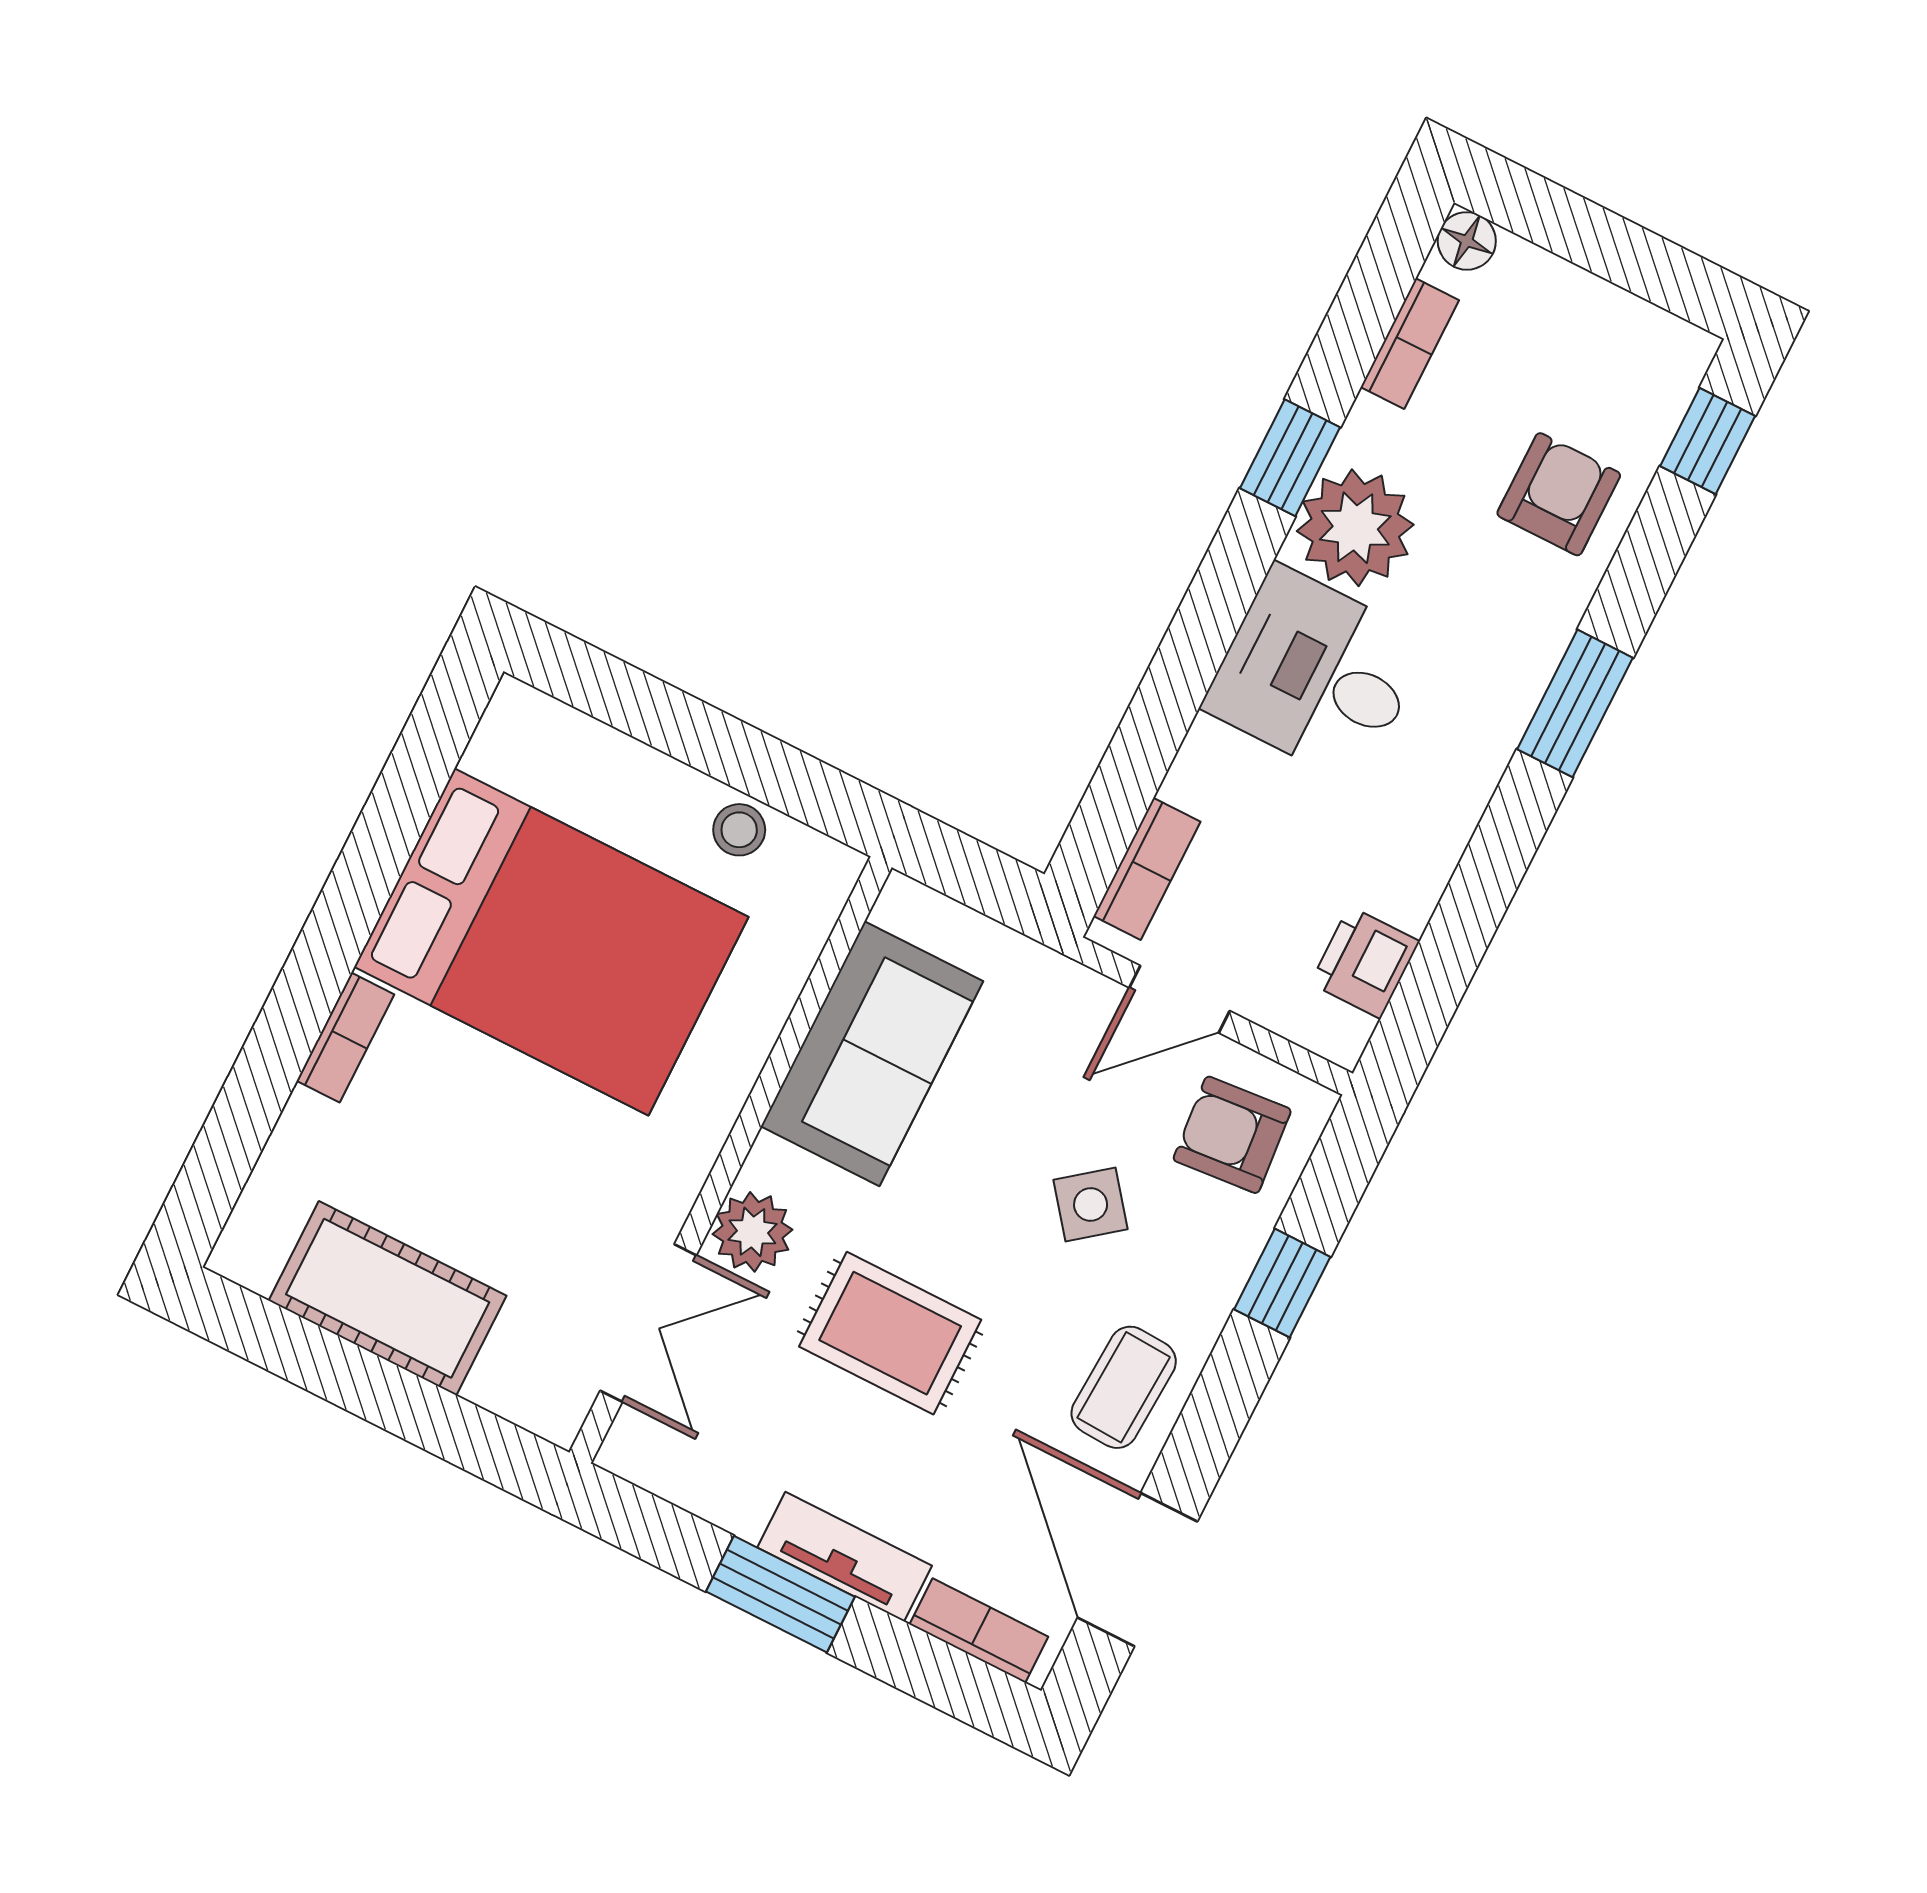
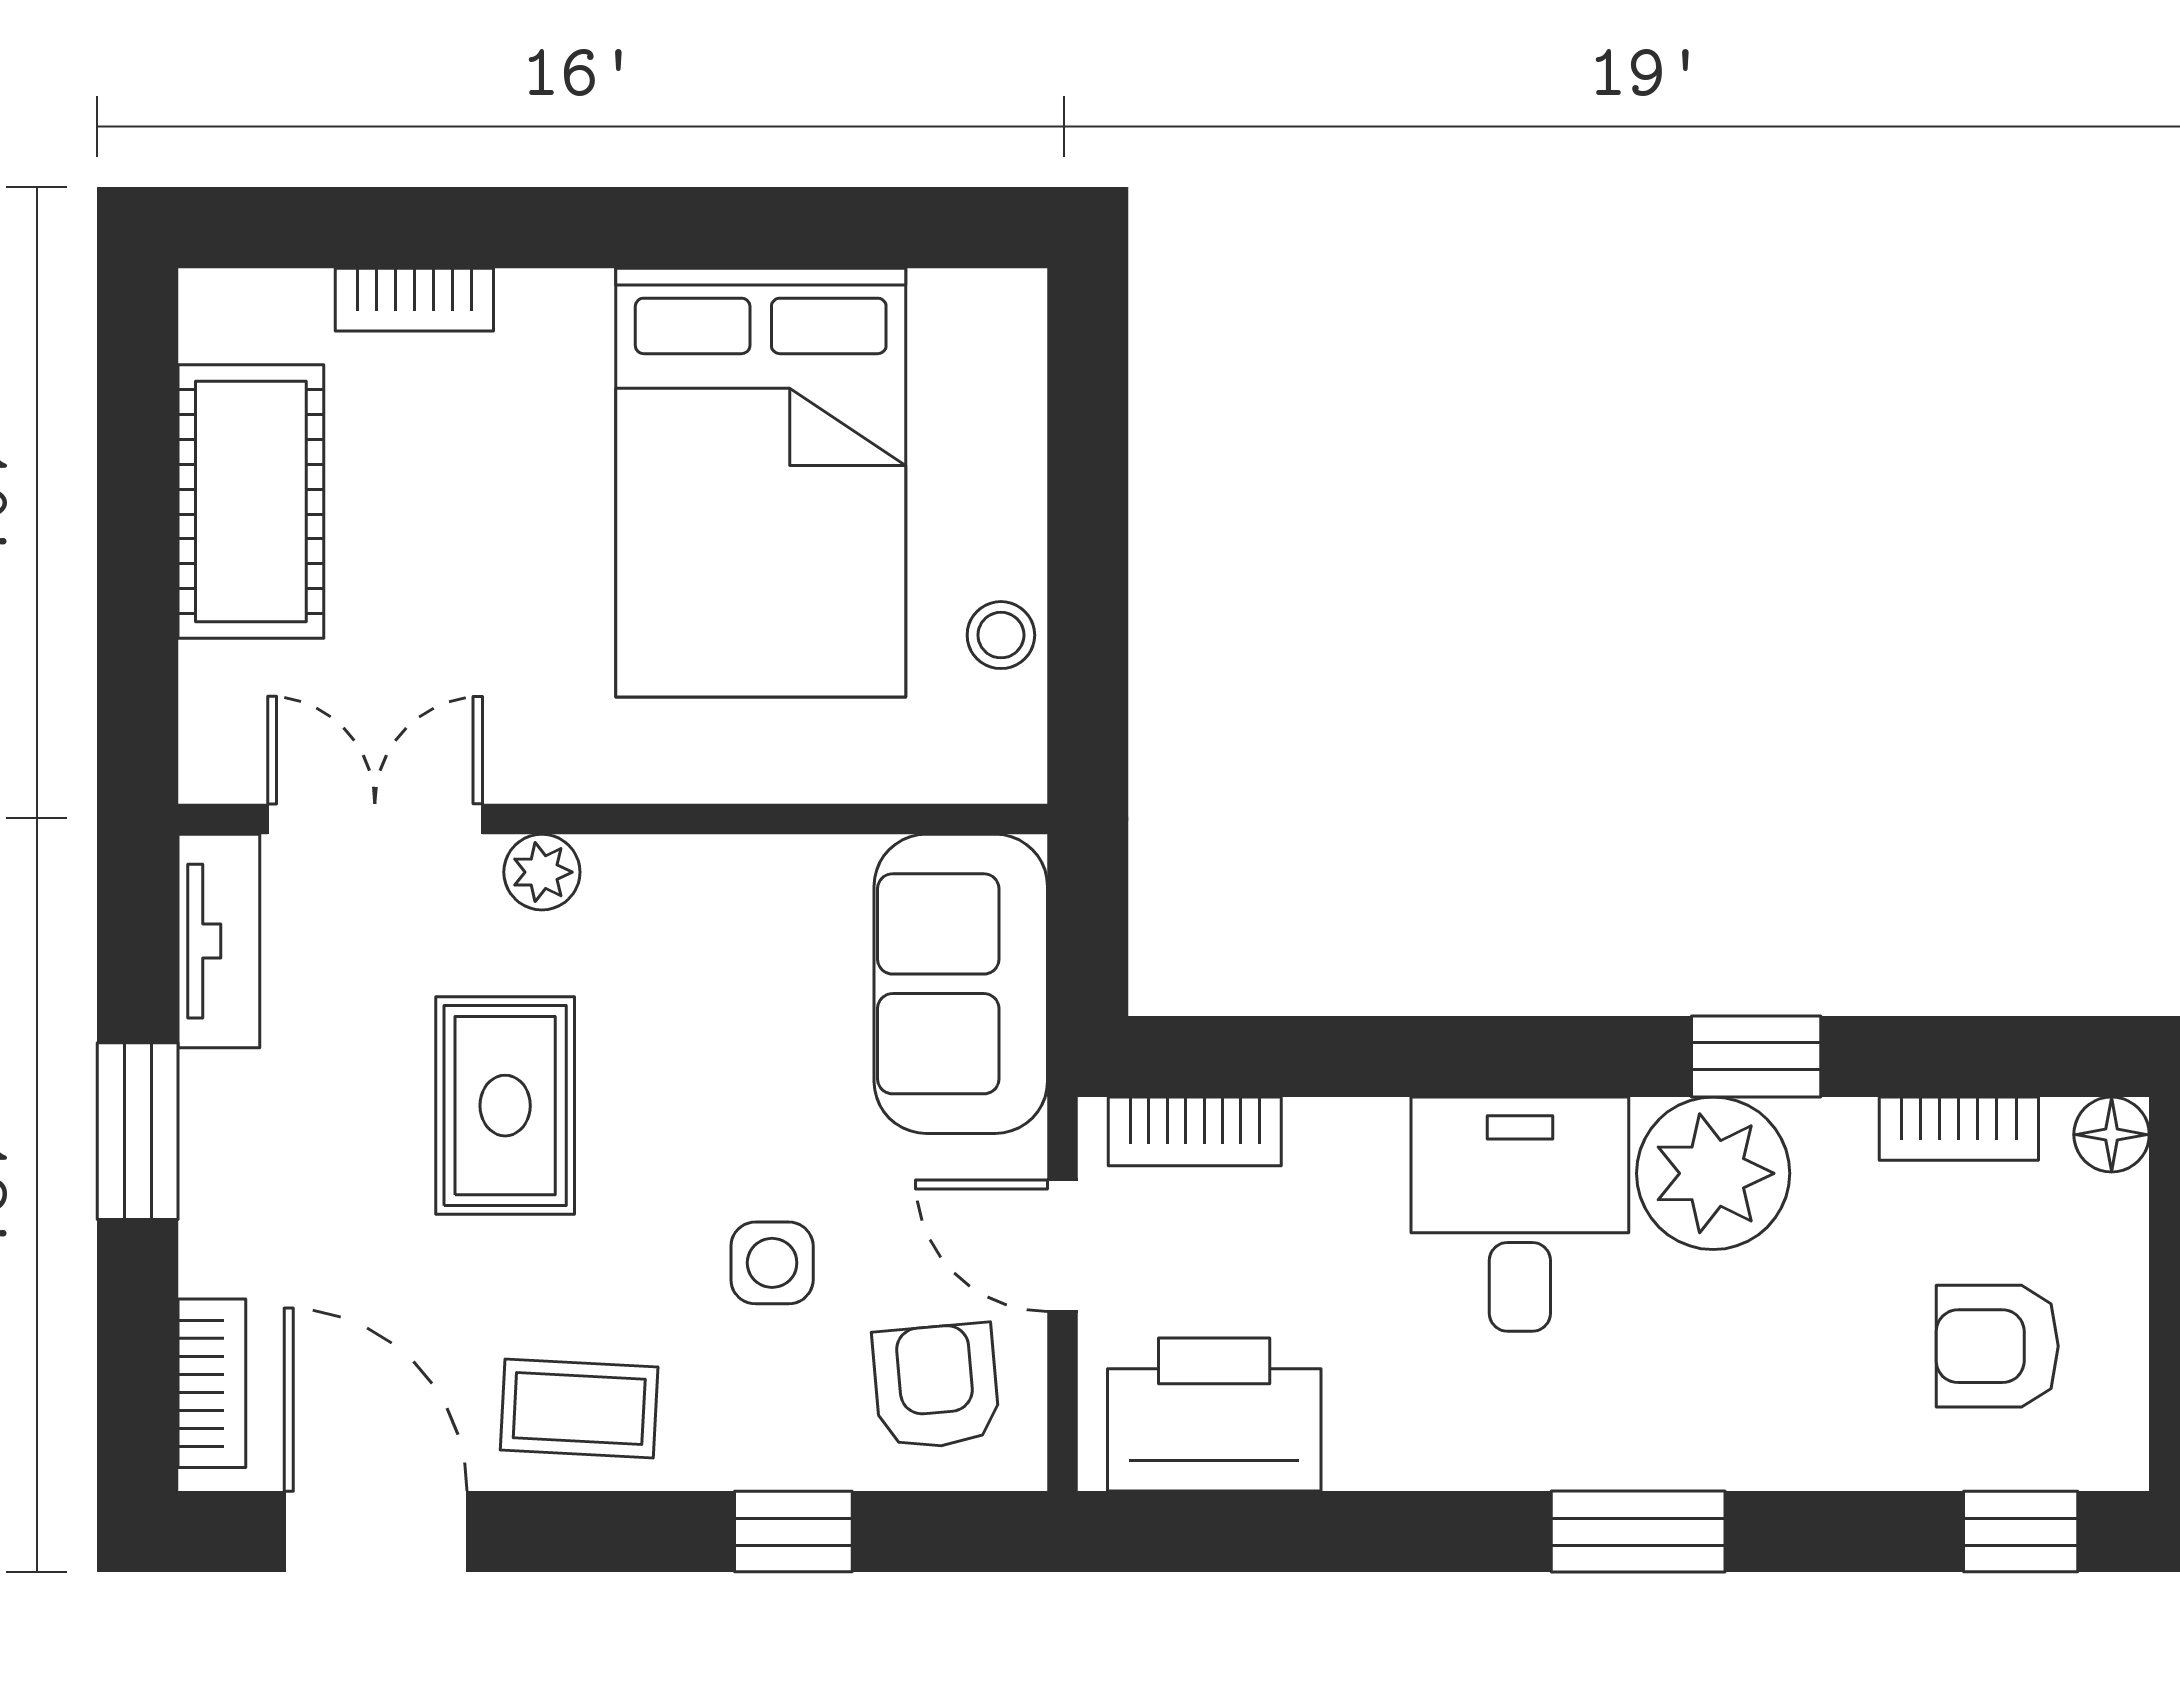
armchair: (1559, 494) -> (1997, 1346), moved, turned 180
printer: (1365, 962) -> (1214, 1415), width x1.87, depth x1.48
bookcase: (345, 1038) -> (414, 300), moved
sofa: (872, 1054) -> (961, 984), moved, turned 90
side table: (1091, 1204) -> (772, 1263), turned 38
plant: (752, 1232) -> (542, 872), width x0.73, depth x0.73
double door: (648, 1323) -> (375, 819), swing flipped
tv unit: (845, 1557) -> (219, 941), moved
door: (1138, 1570) -> (376, 1532), hinge flipped

